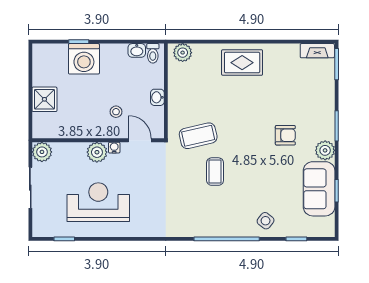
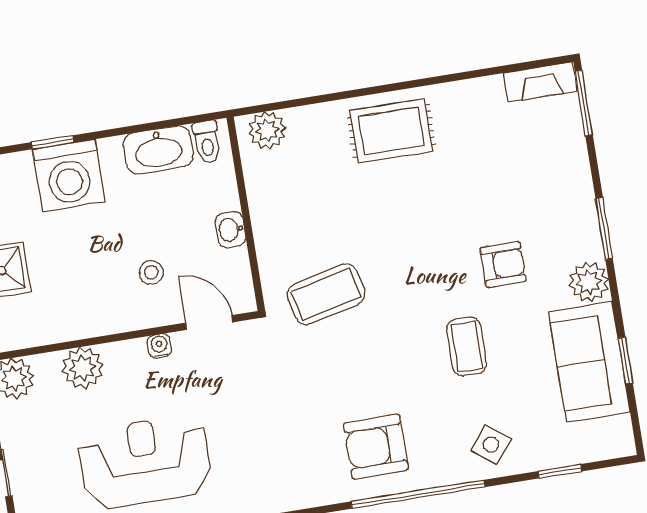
washbasin: (137, 50) -> (158, 150), width x1.91, depth x1.45
plant: (97, 152) -> (83, 368), moved
coffee table: (215, 172) -> (467, 347), moved
armchair: (210, 213) -> (376, 446), added

